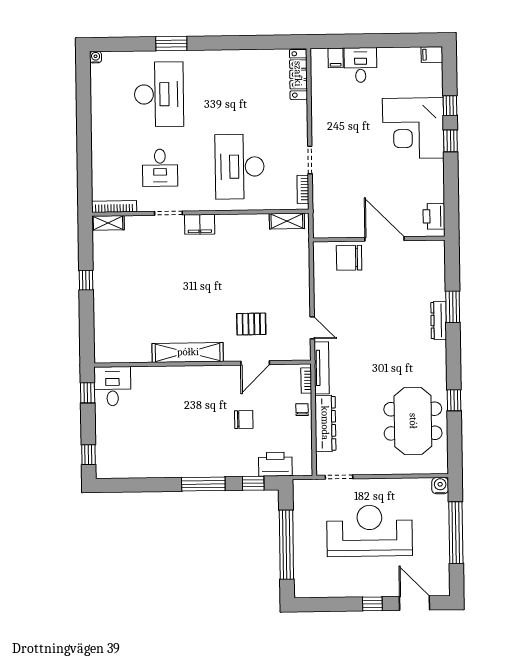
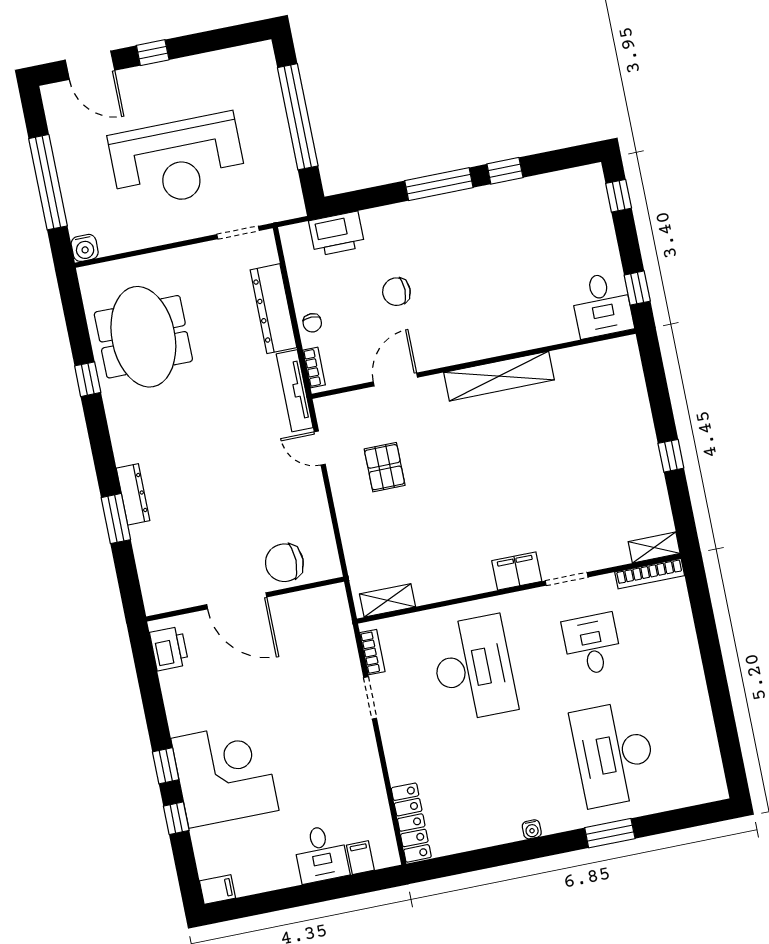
water cooler: (96, 57) -> (532, 829), moved
chair: (349, 258) -> (284, 563), turned 180
pallet: (251, 324) -> (385, 467), moved, turned 90
window: (253, 483) -> (505, 171), moved

